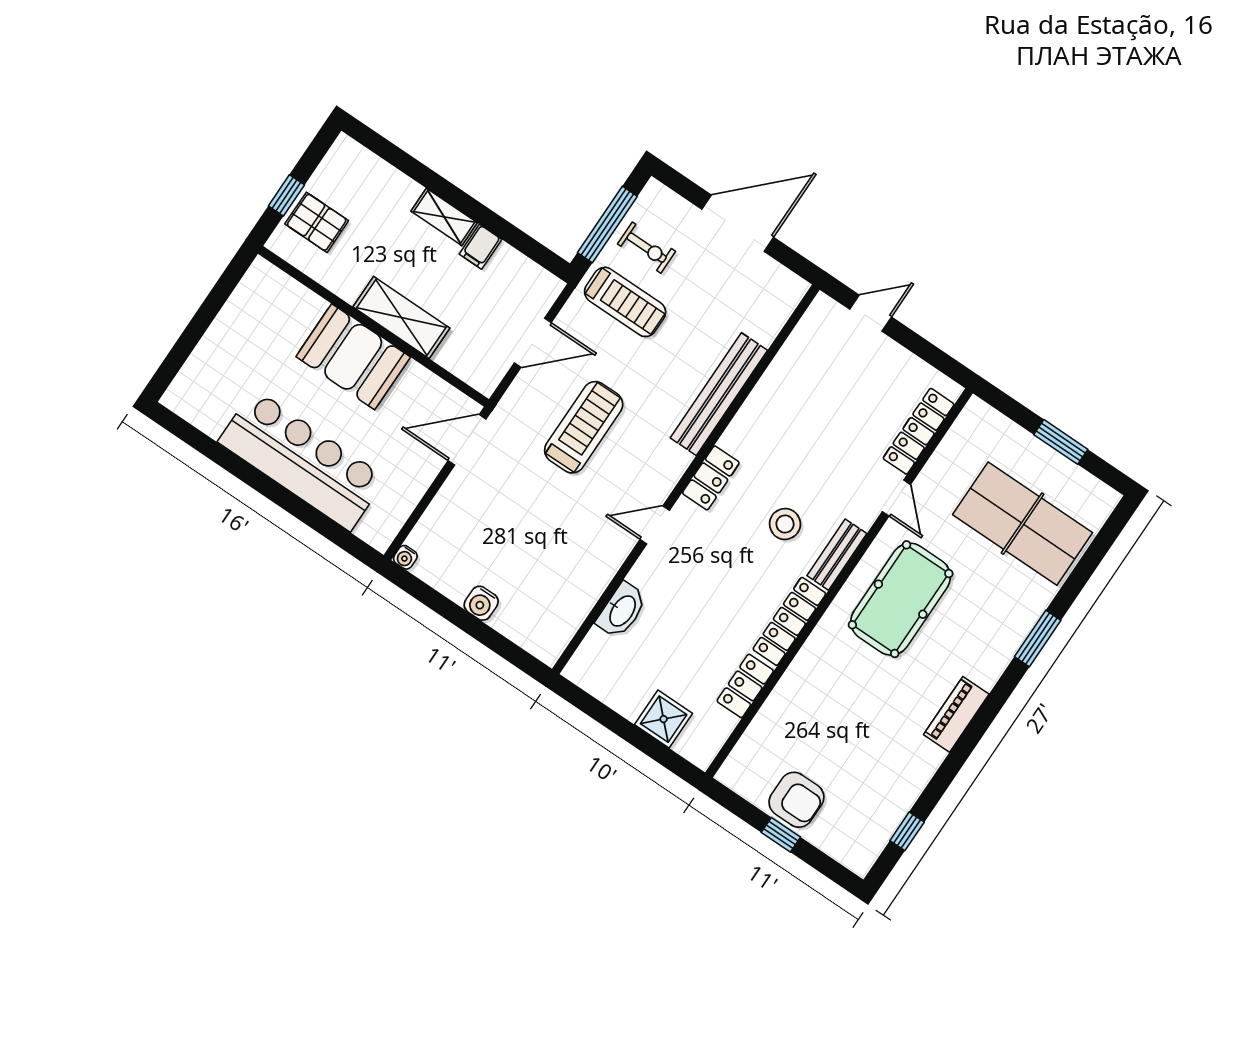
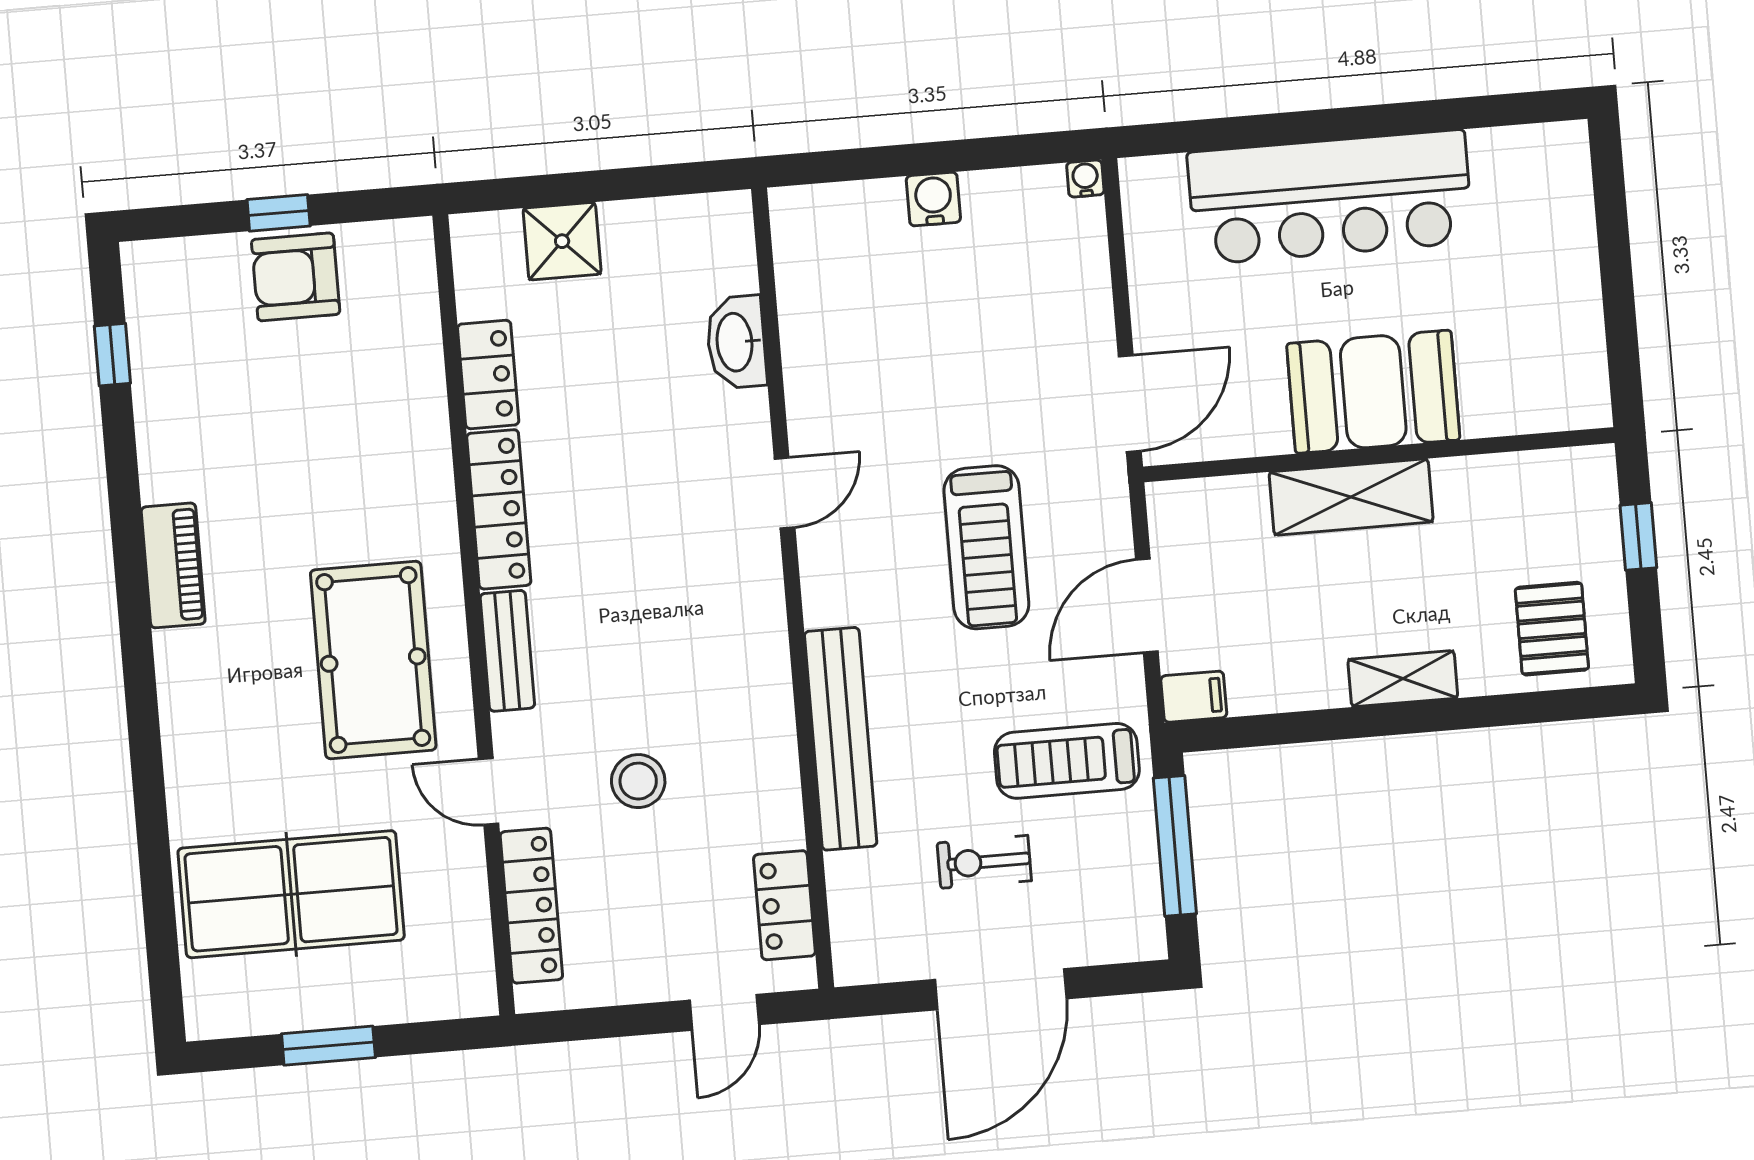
pallet: (317, 222) -> (1552, 629), moved, turned 90
filing cabinet: (480, 247) -> (1194, 697), moved, turned 90
exercise bike: (647, 248) -> (984, 862), moved
locker: (711, 478) -> (784, 905), moved
stool: (785, 524) -> (638, 781), moved
window: (1038, 638) -> (146, 756), removed

